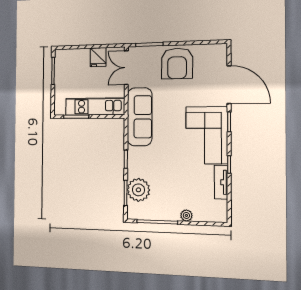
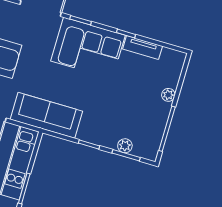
plant: (138, 190) -> (125, 146), width x0.53, depth x0.53

